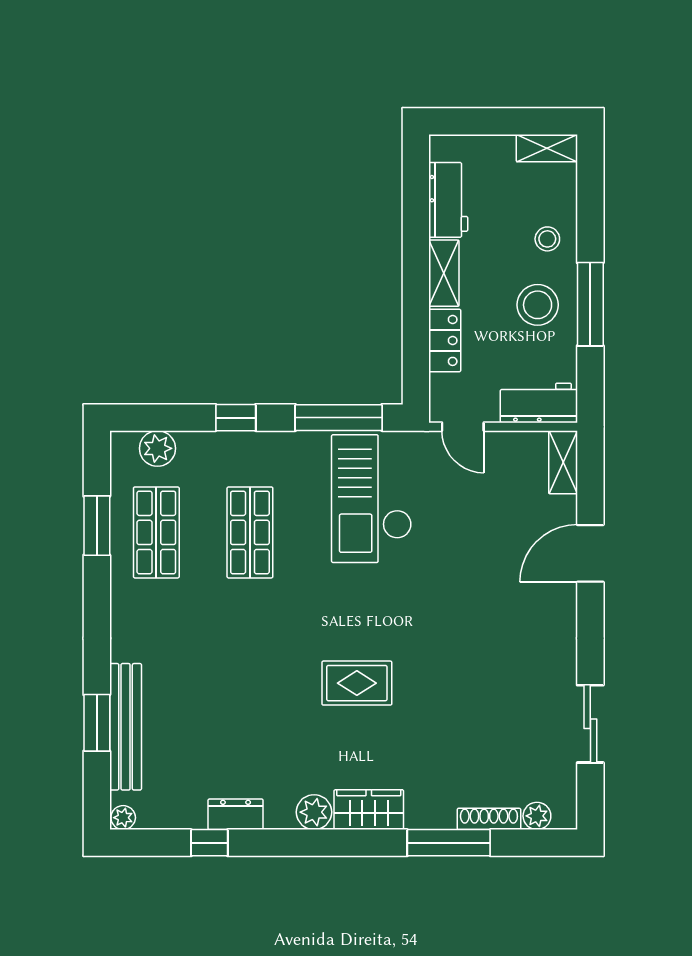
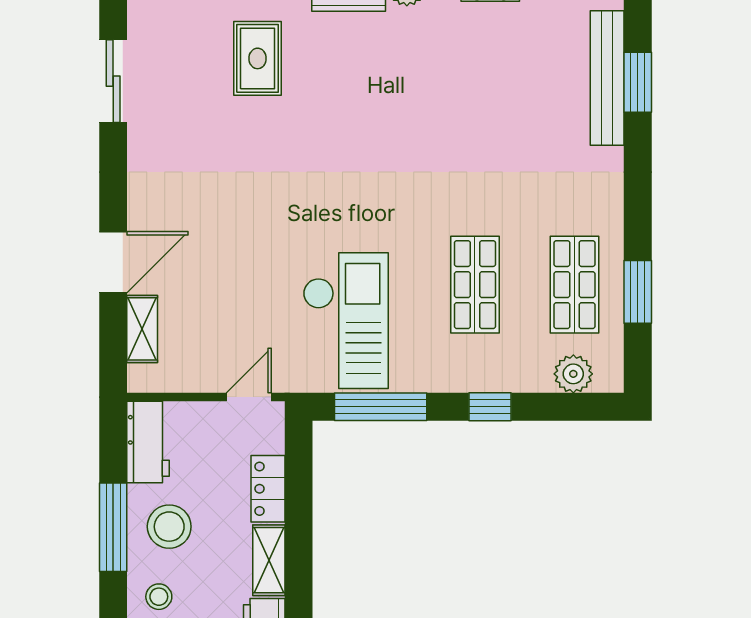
workbench: (539, 403) -> (148, 442), moved, turned -90
door: (463, 427) -> (249, 397), hinge flipped
shelving: (563, 462) -> (142, 329), moved
rug: (357, 683) -> (258, 58), moved, turned 90

